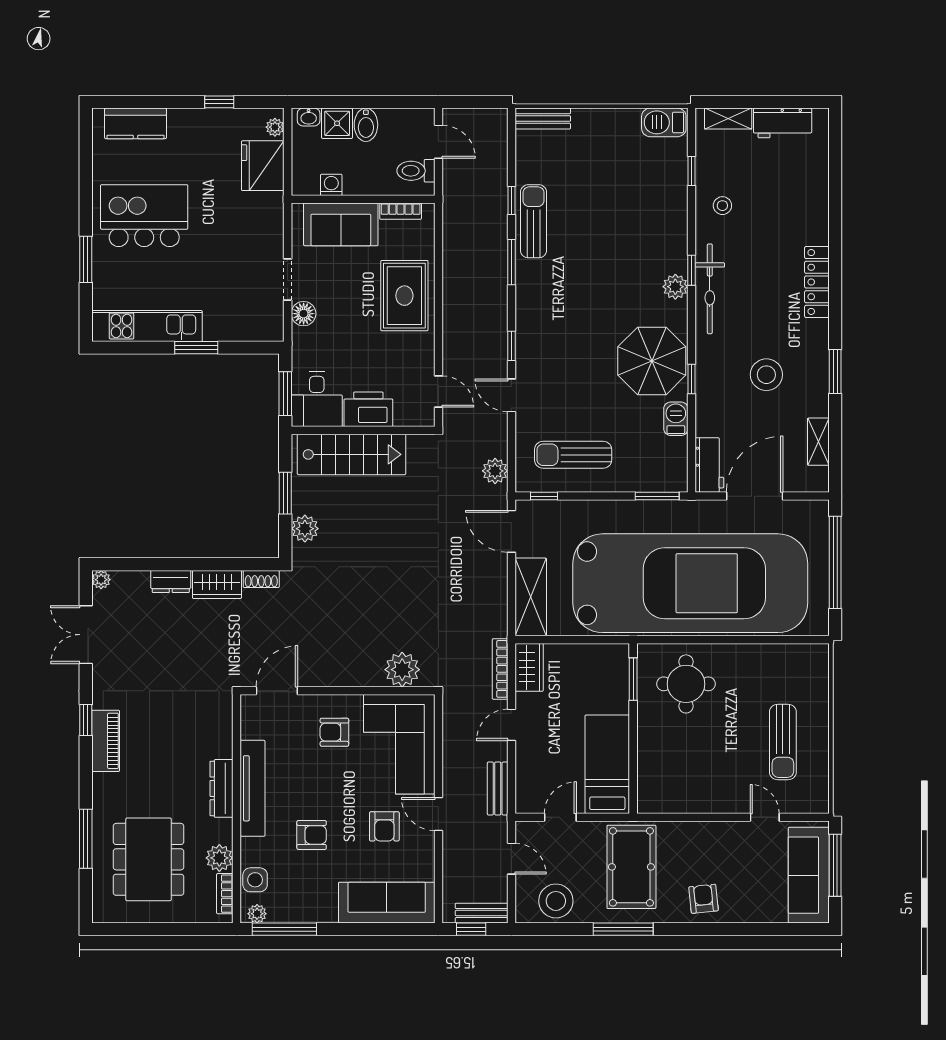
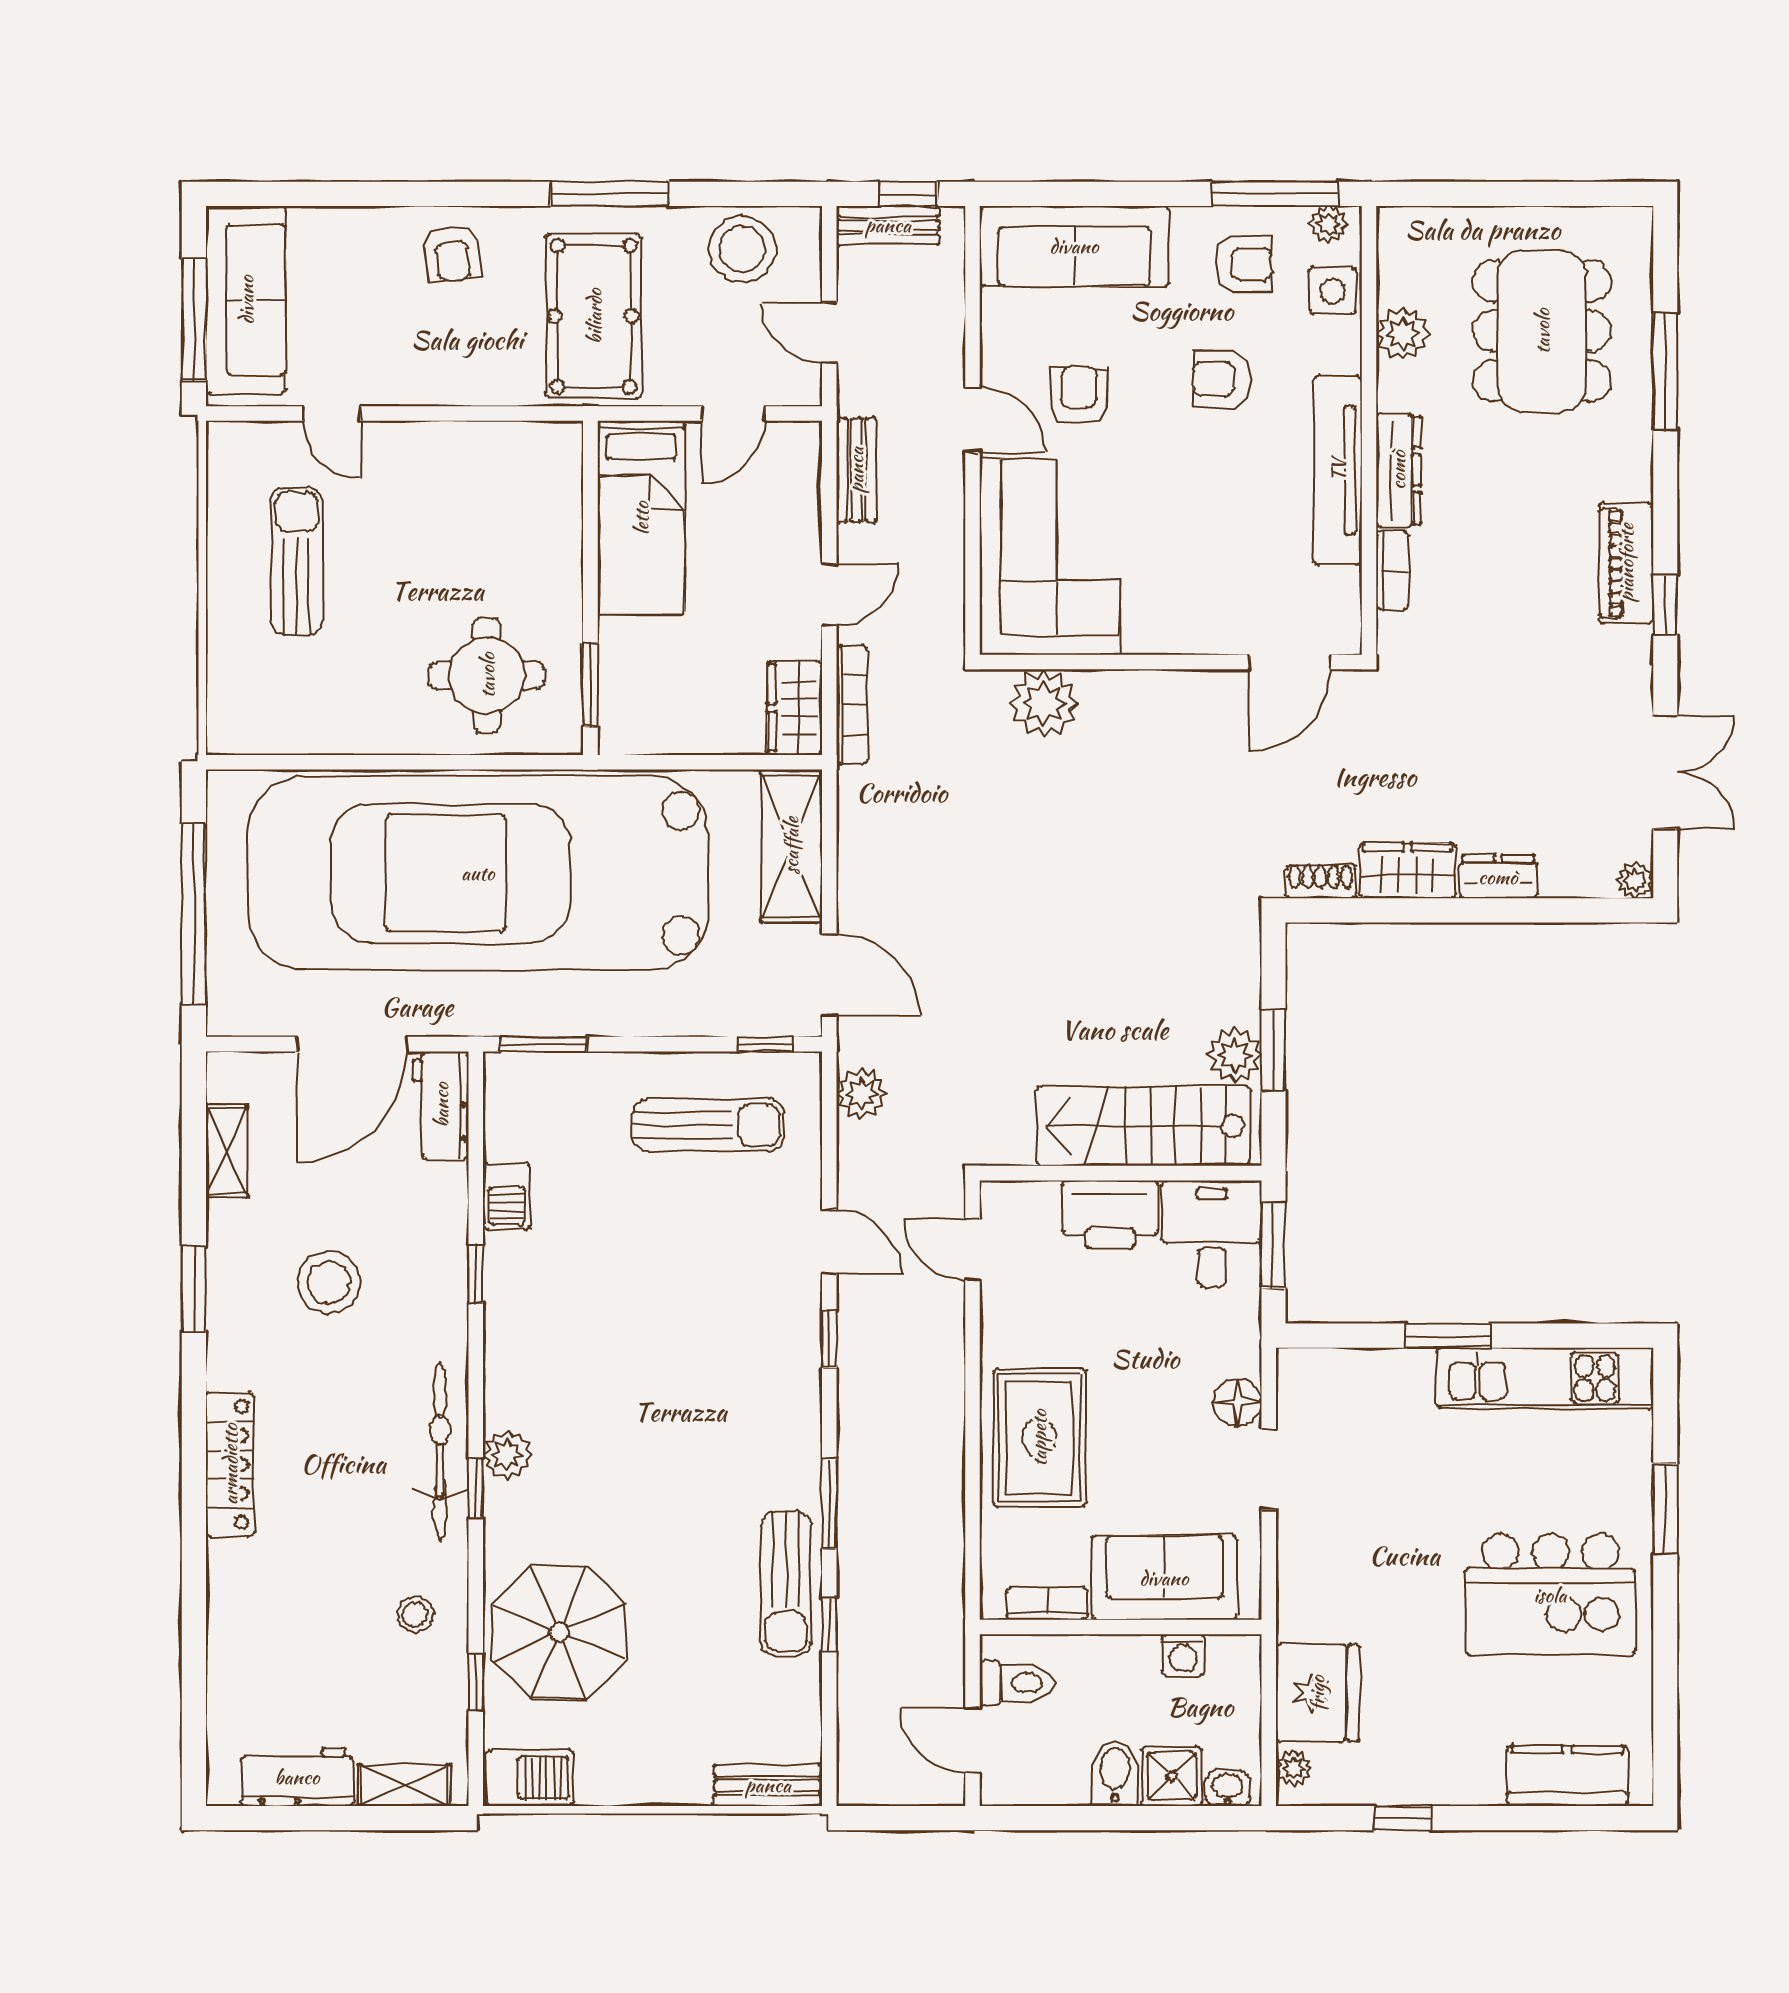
parasol: (652, 361) -> (559, 1632), moved
plant: (305, 529) -> (1235, 1055), moved
armchair: (334, 732) -> (1244, 264), moved
bookcase: (225, 894) -> (1392, 570), moved

